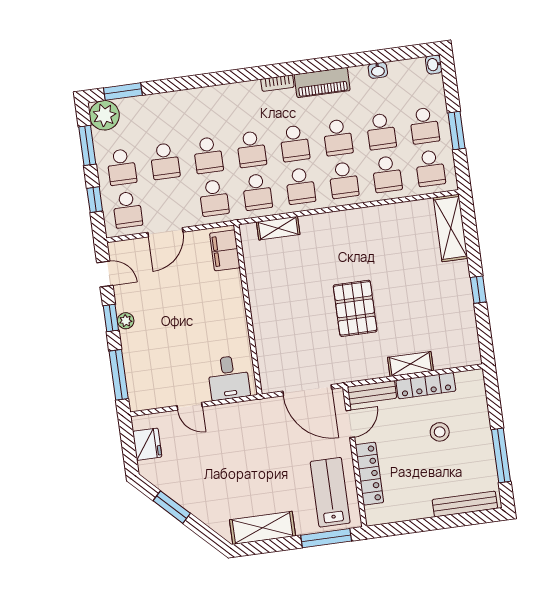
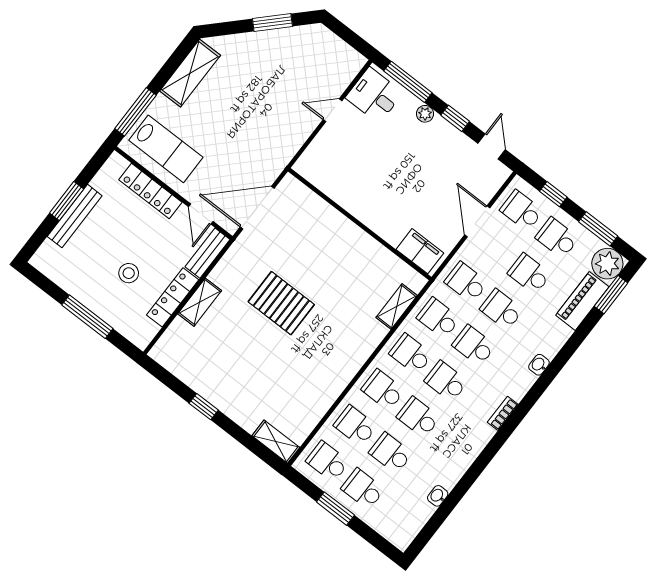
washbasin: (434, 64) -> (539, 365), moved, turned -90
piano: (322, 82) -> (582, 301), moved
shelving: (451, 228) -> (276, 442), width x0.67, depth x0.75
door: (105, 274) -> (492, 146), swing flipped
plant: (126, 321) -> (425, 114), moved
desk: (229, 378) -> (374, 95), moved
fridge: (147, 444) -> (336, 51), removed
window: (501, 455) -> (87, 317), moved
bench: (465, 504) -> (75, 216), moved
window: (434, 523) -> (67, 201), added

